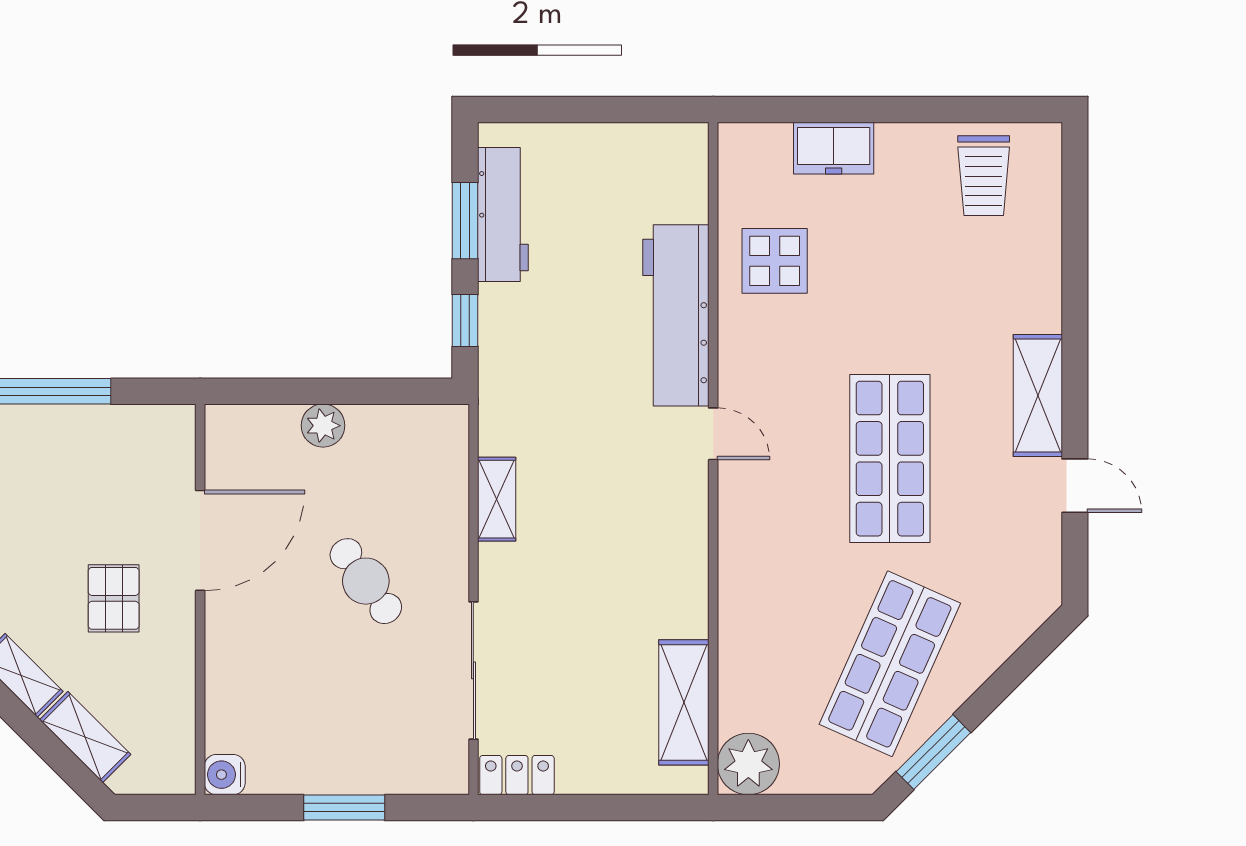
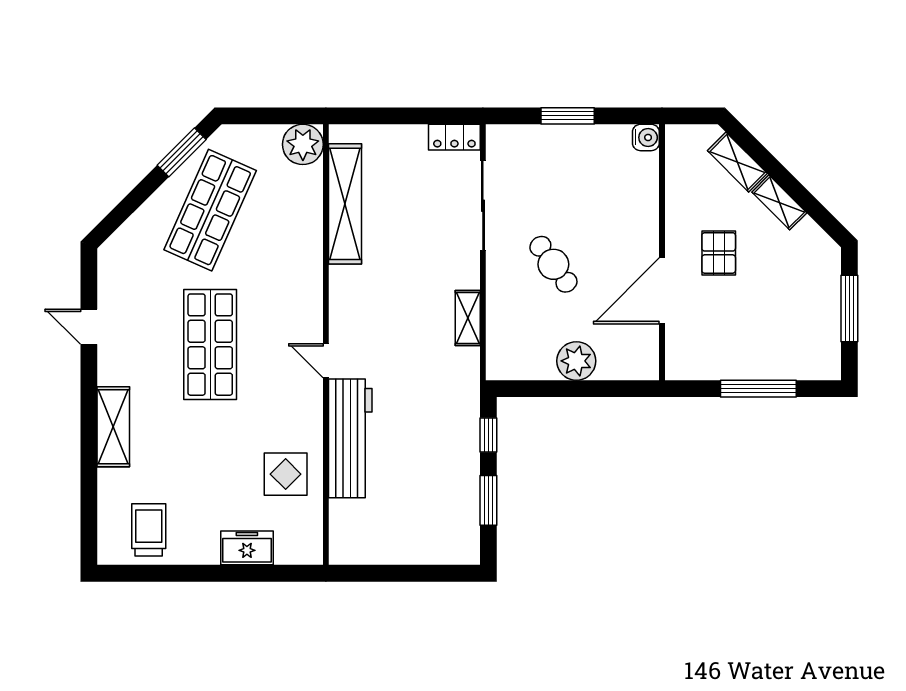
workbench: (503, 215) -> (464, 504), removed
shelving: (1038, 396) -> (113, 427), moved
plant: (323, 426) -> (576, 361), width x1.36, depth x1.36
shelving: (684, 702) -> (345, 204), width x1.47

